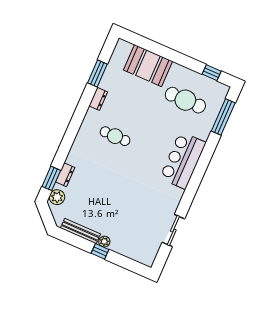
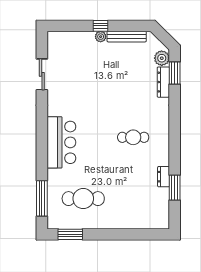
booth: (148, 66) -> (131, 215), removed
window: (212, 73) -> (70, 234), width x1.50
dresser: (98, 99) -> (164, 177), moved
dresser: (65, 175) -> (163, 82), width x1.44

